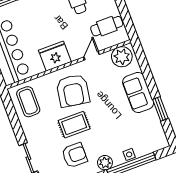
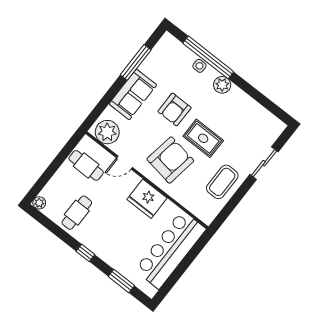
coffee table: (28, 102) -> (222, 182), moved
window: (160, 109) -> (136, 62), width x1.44
armchair: (74, 155) -> (175, 110), moved, turned -90

